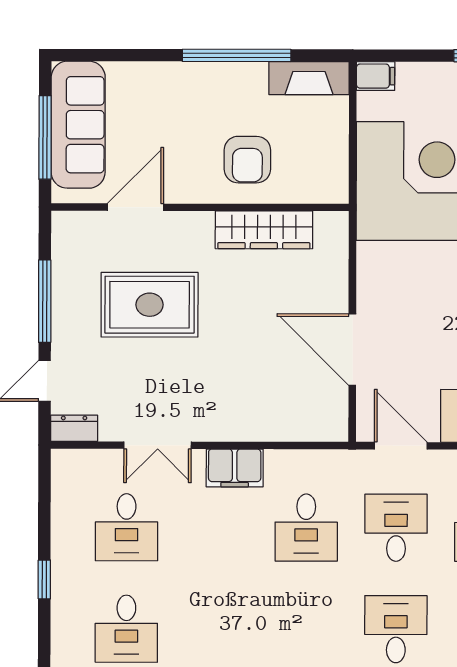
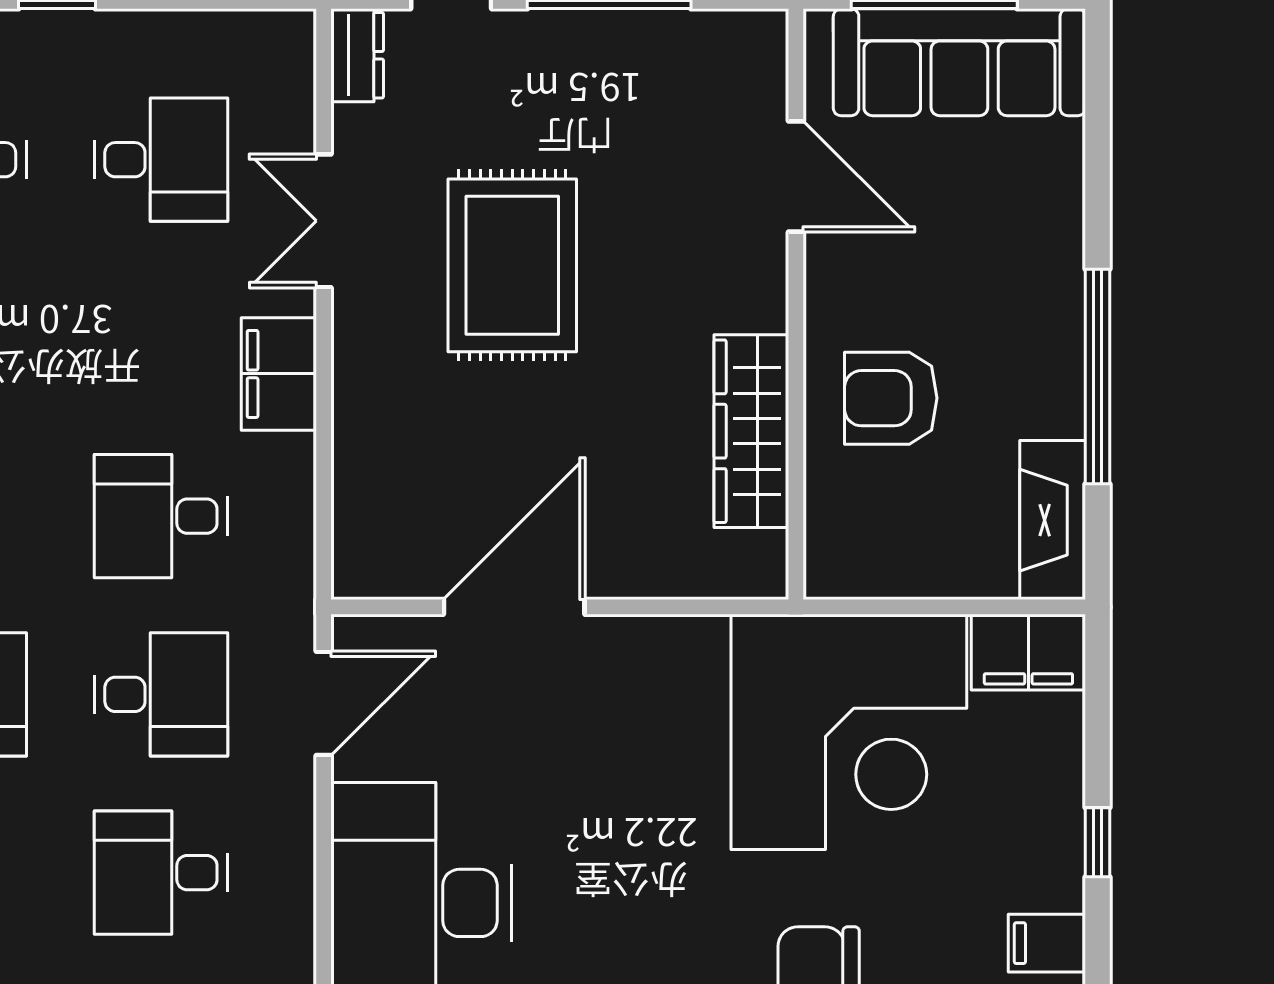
filing cabinet: (376, 76) -> (1028, 652), width x2.00
rug: (150, 305) -> (512, 265), moved
desk: (127, 527) -> (161, 160), turned 180

